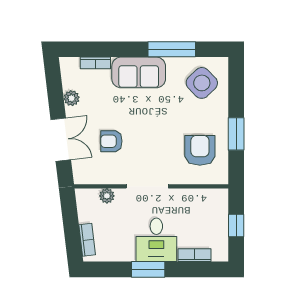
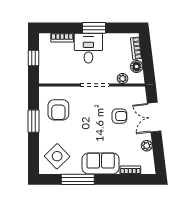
floor lamp: (86, 213) -> (137, 67), added

